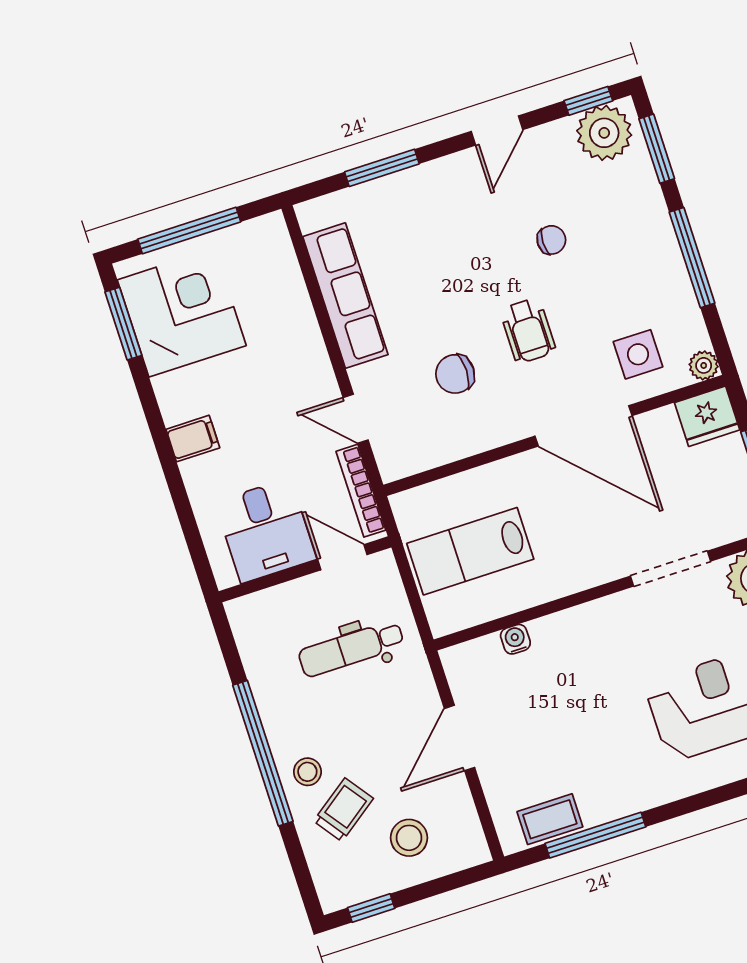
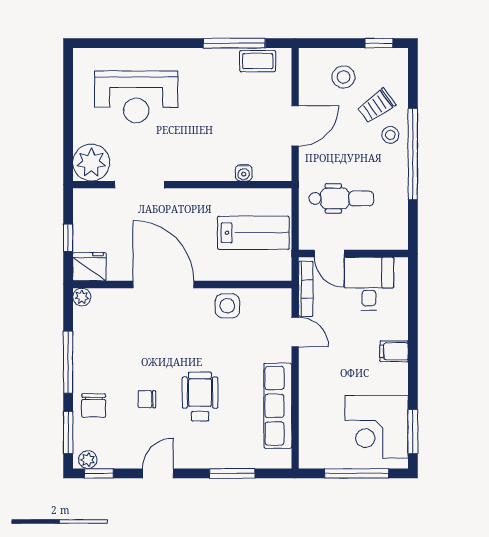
plant: (604, 133) -> (88, 460), width x0.53, depth x0.53
wheelchair: (528, 331) -> (200, 397), moved, width x1.36, depth x1.37
side table: (638, 354) -> (227, 306), moved
chair: (455, 374) -> (94, 406), moved, turned 90

